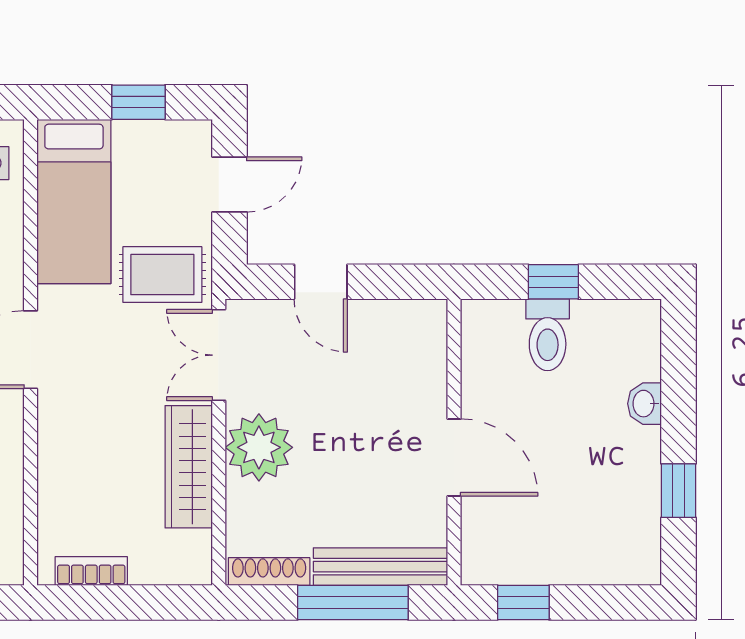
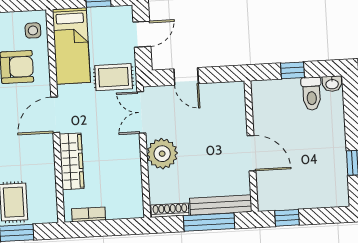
toilet: (548, 335) -> (312, 94), moved
washbasin: (645, 404) -> (332, 84), moved, turned -90
wardrobe: (189, 467) -> (72, 161), moved, turned 180

